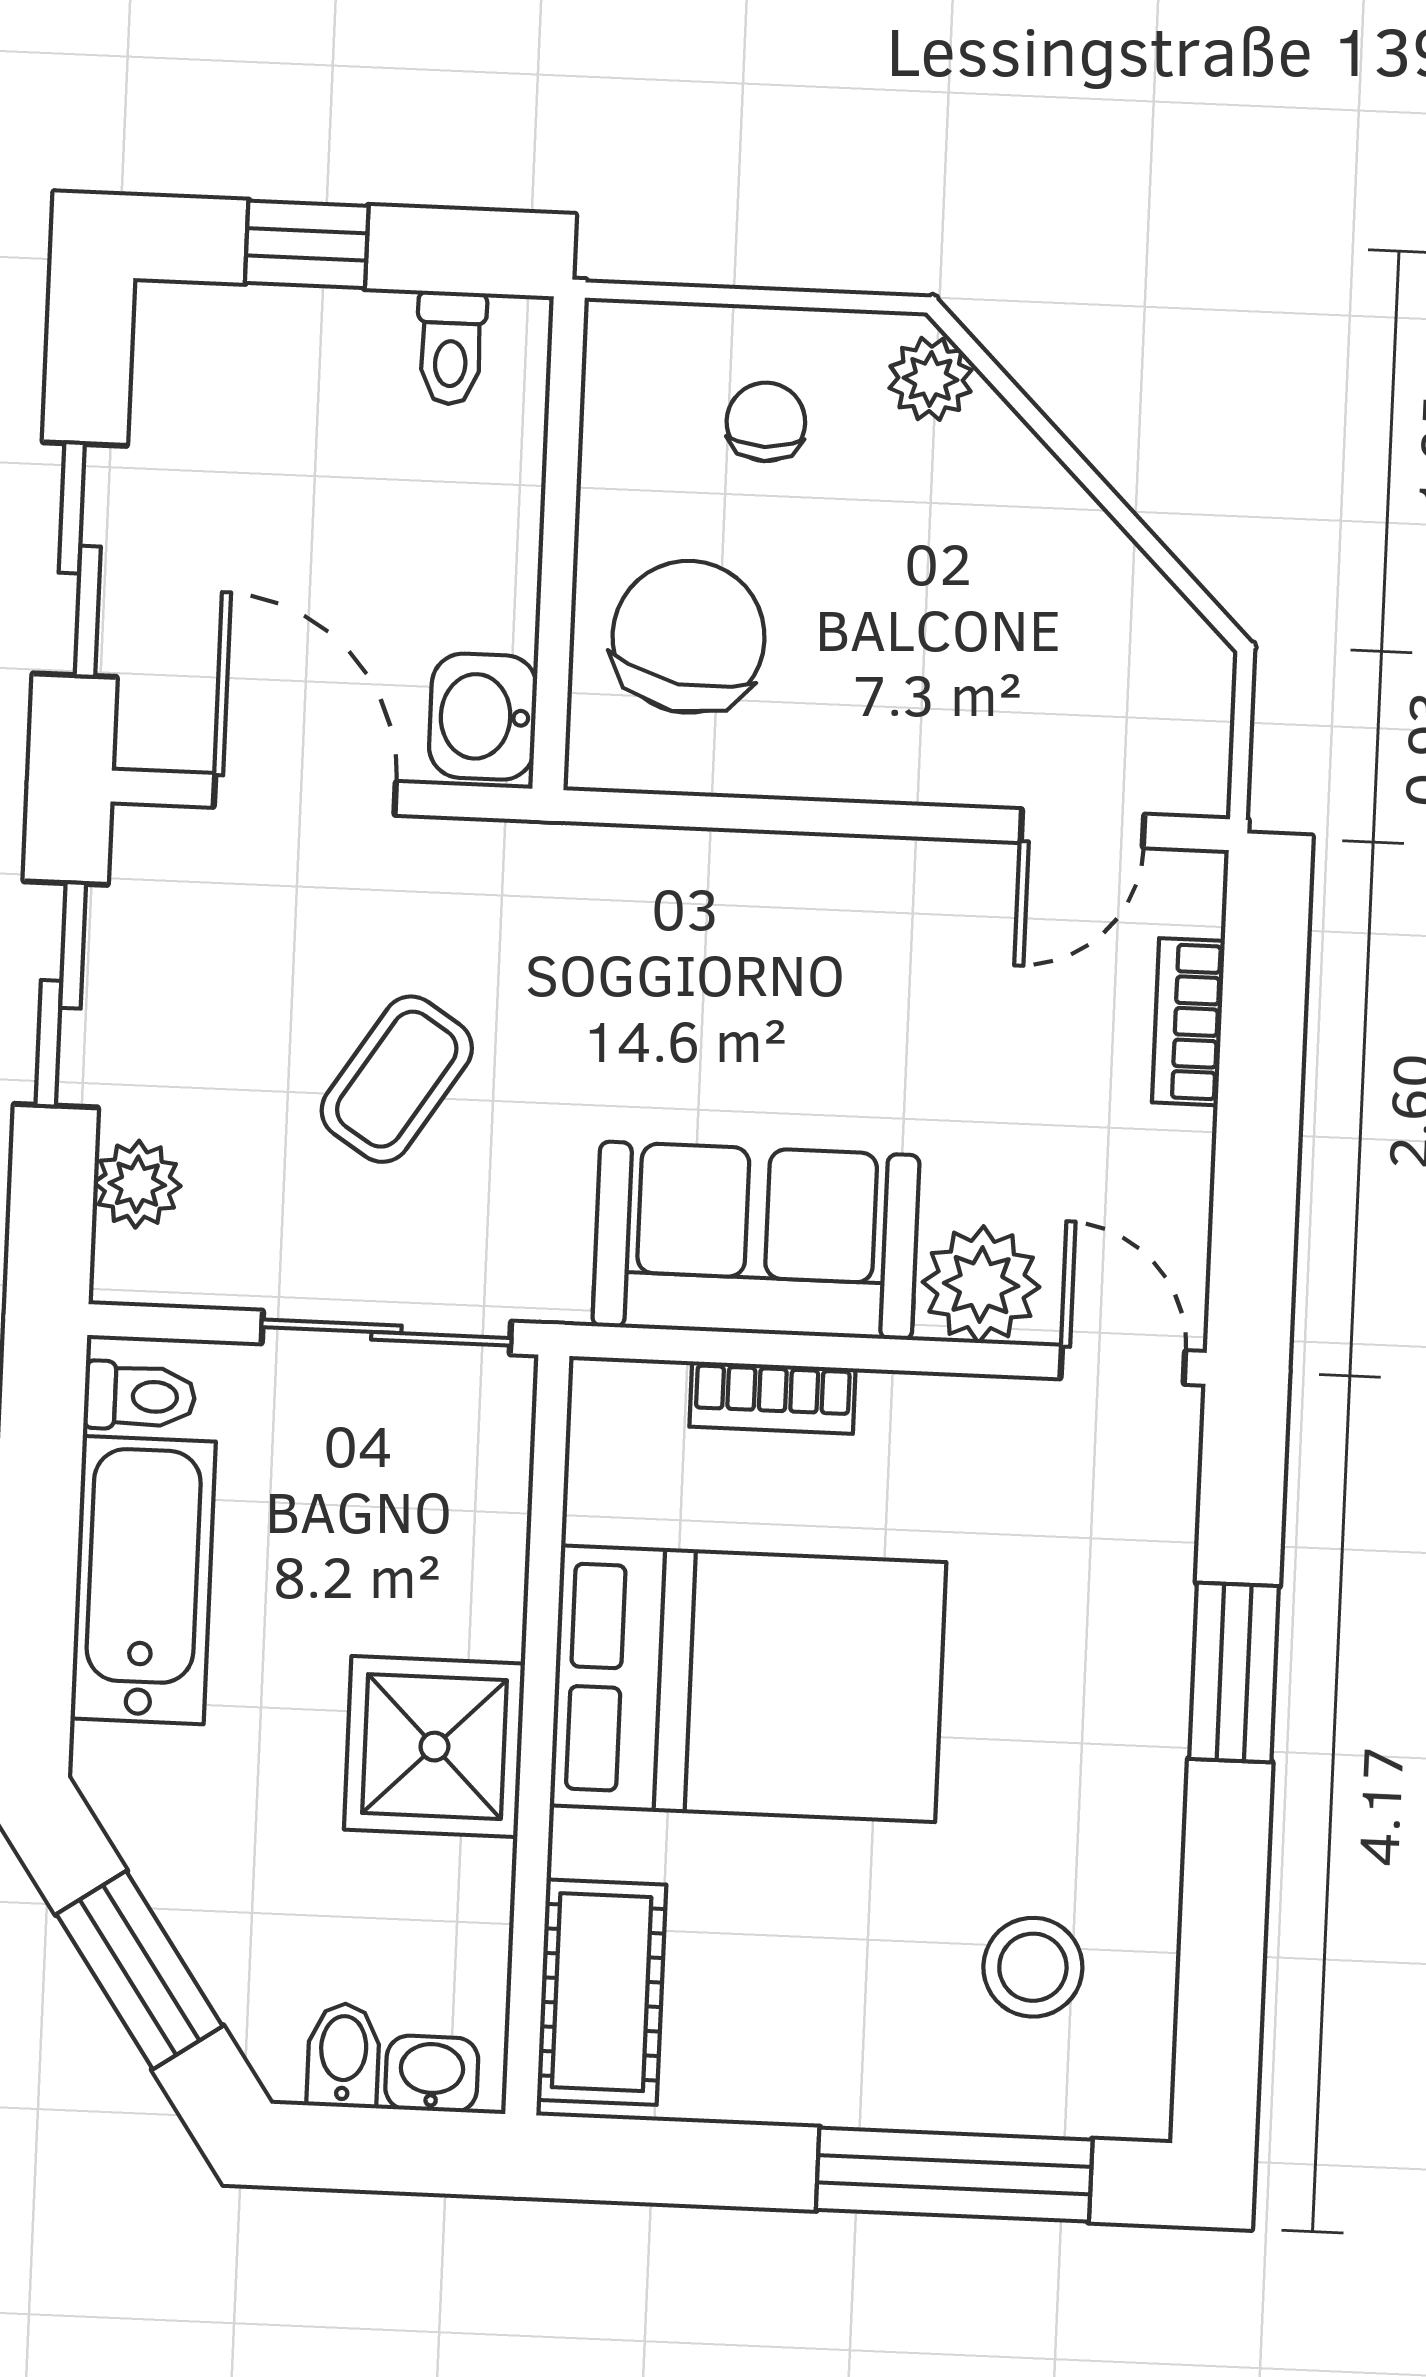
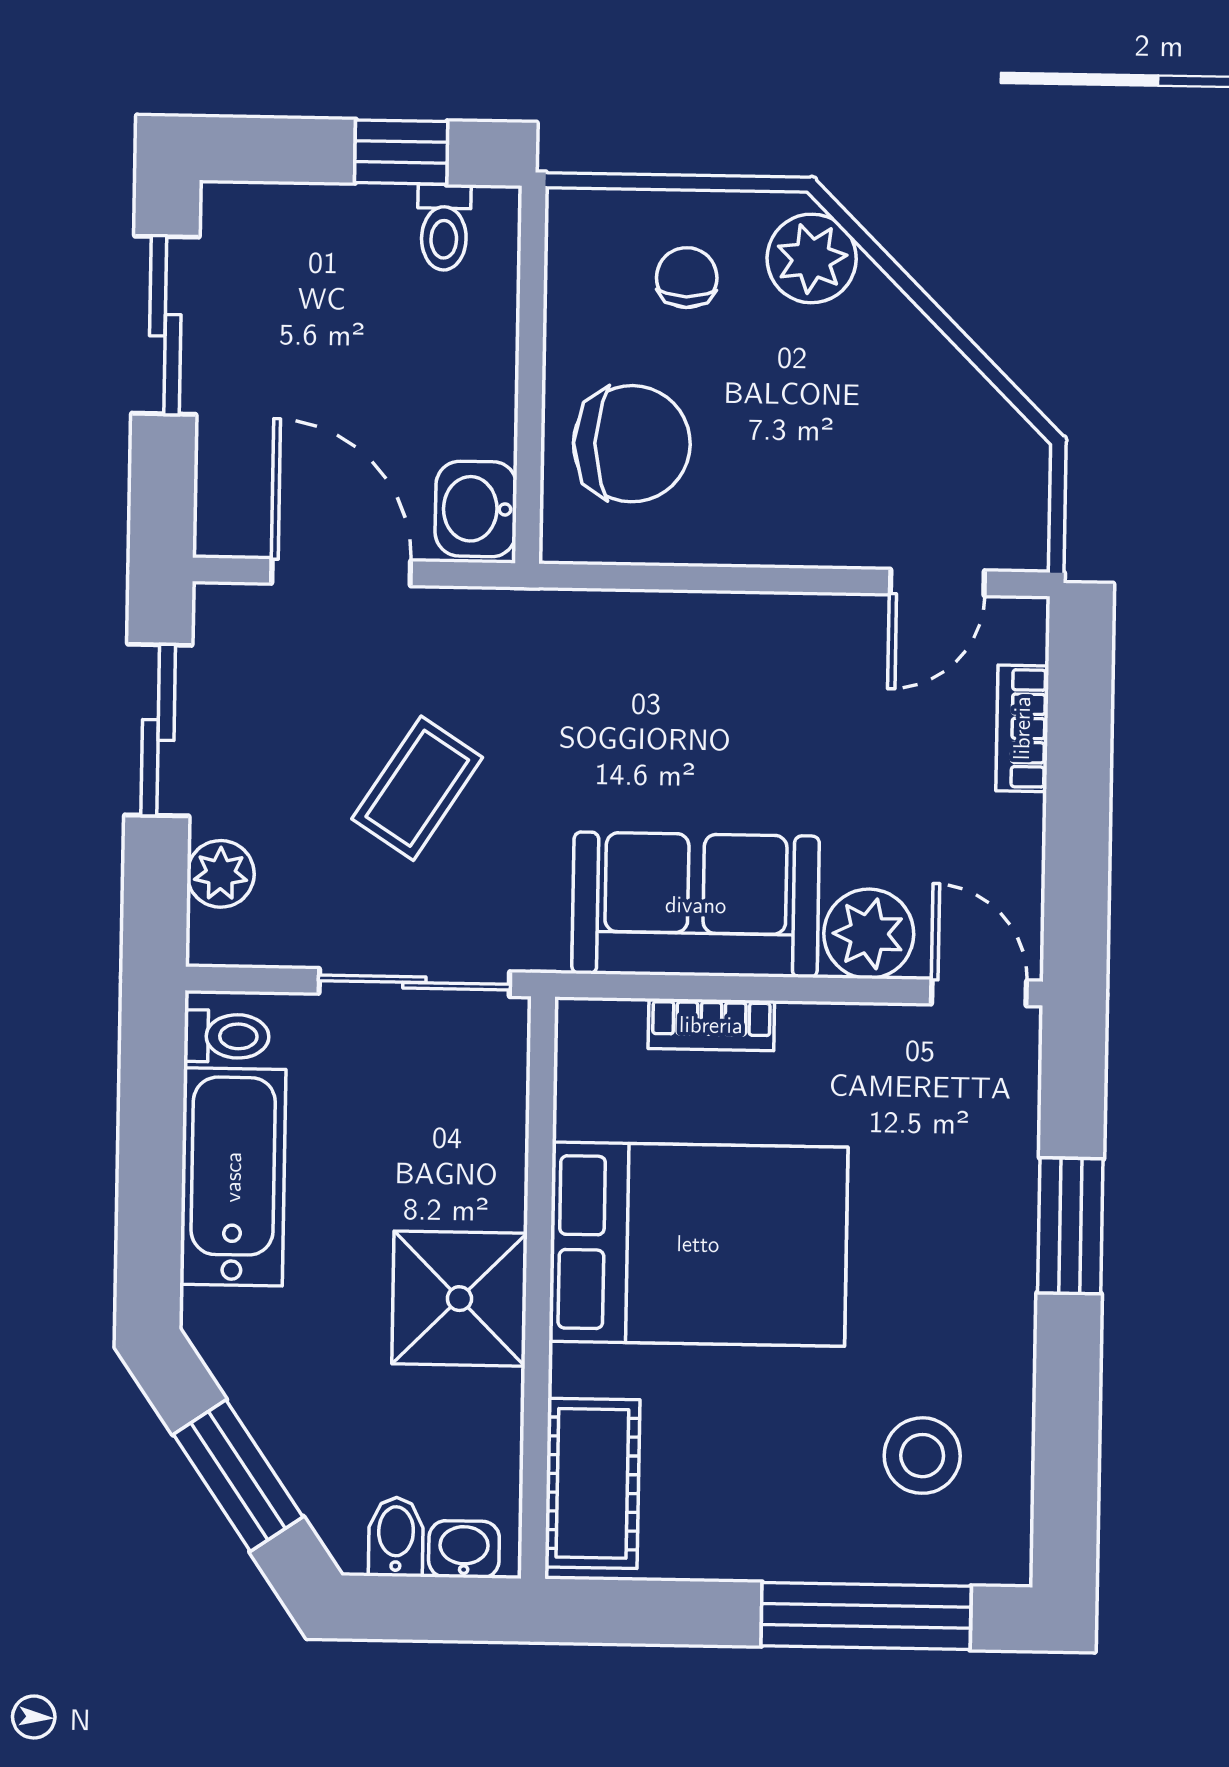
window: (307, 244) -> (401, 152), moved
plant: (931, 379) -> (812, 258), width x1.38, depth x1.38
sliding door: (80, 560) -> (165, 325), moved
chair: (689, 637) -> (632, 444), turned 80

